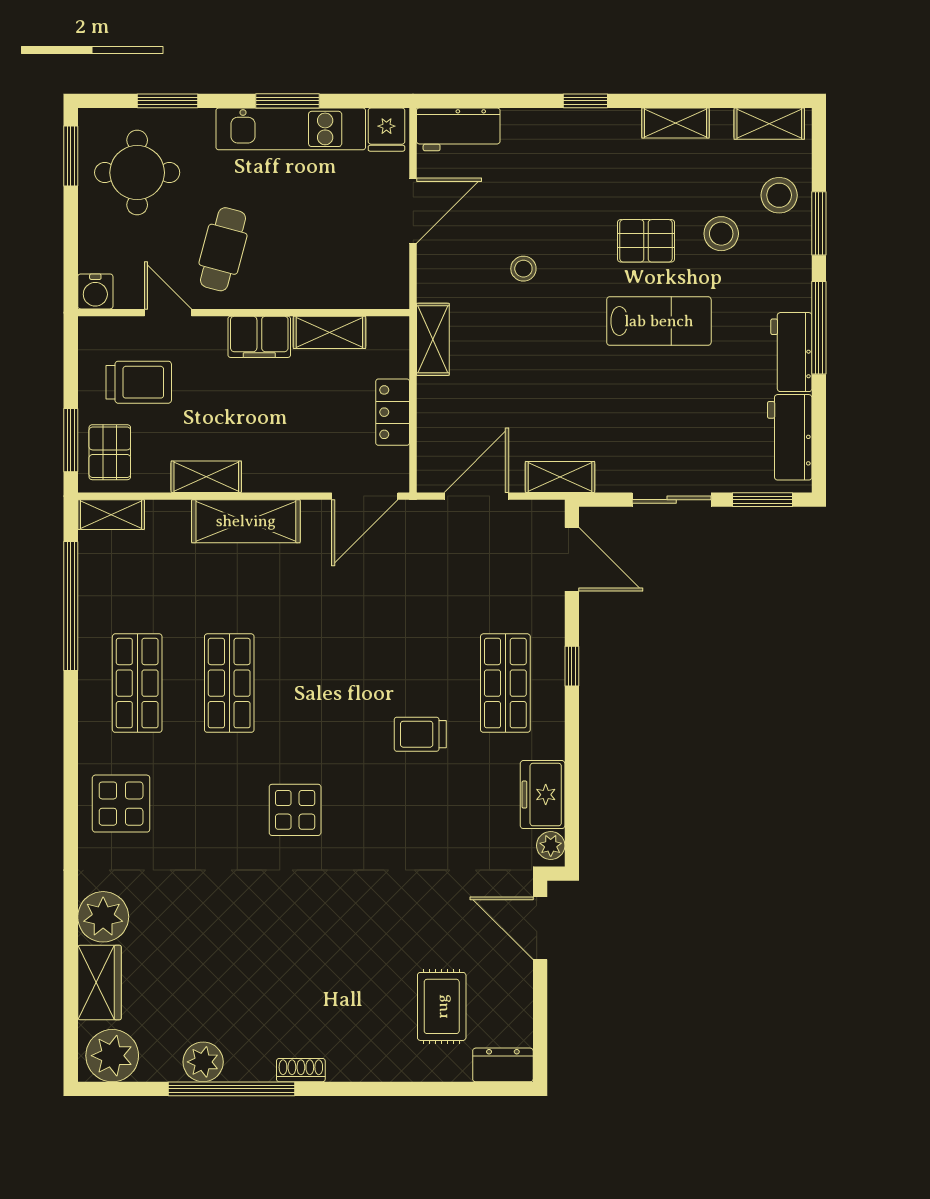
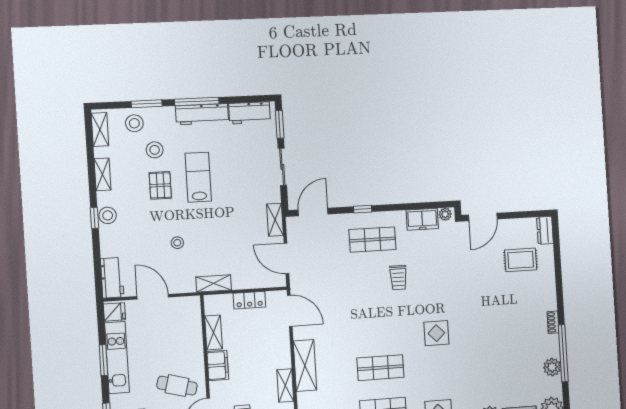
stool: (589, 128) -> (108, 215), added
workbench: (791, 352) -> (202, 114), width x1.38

